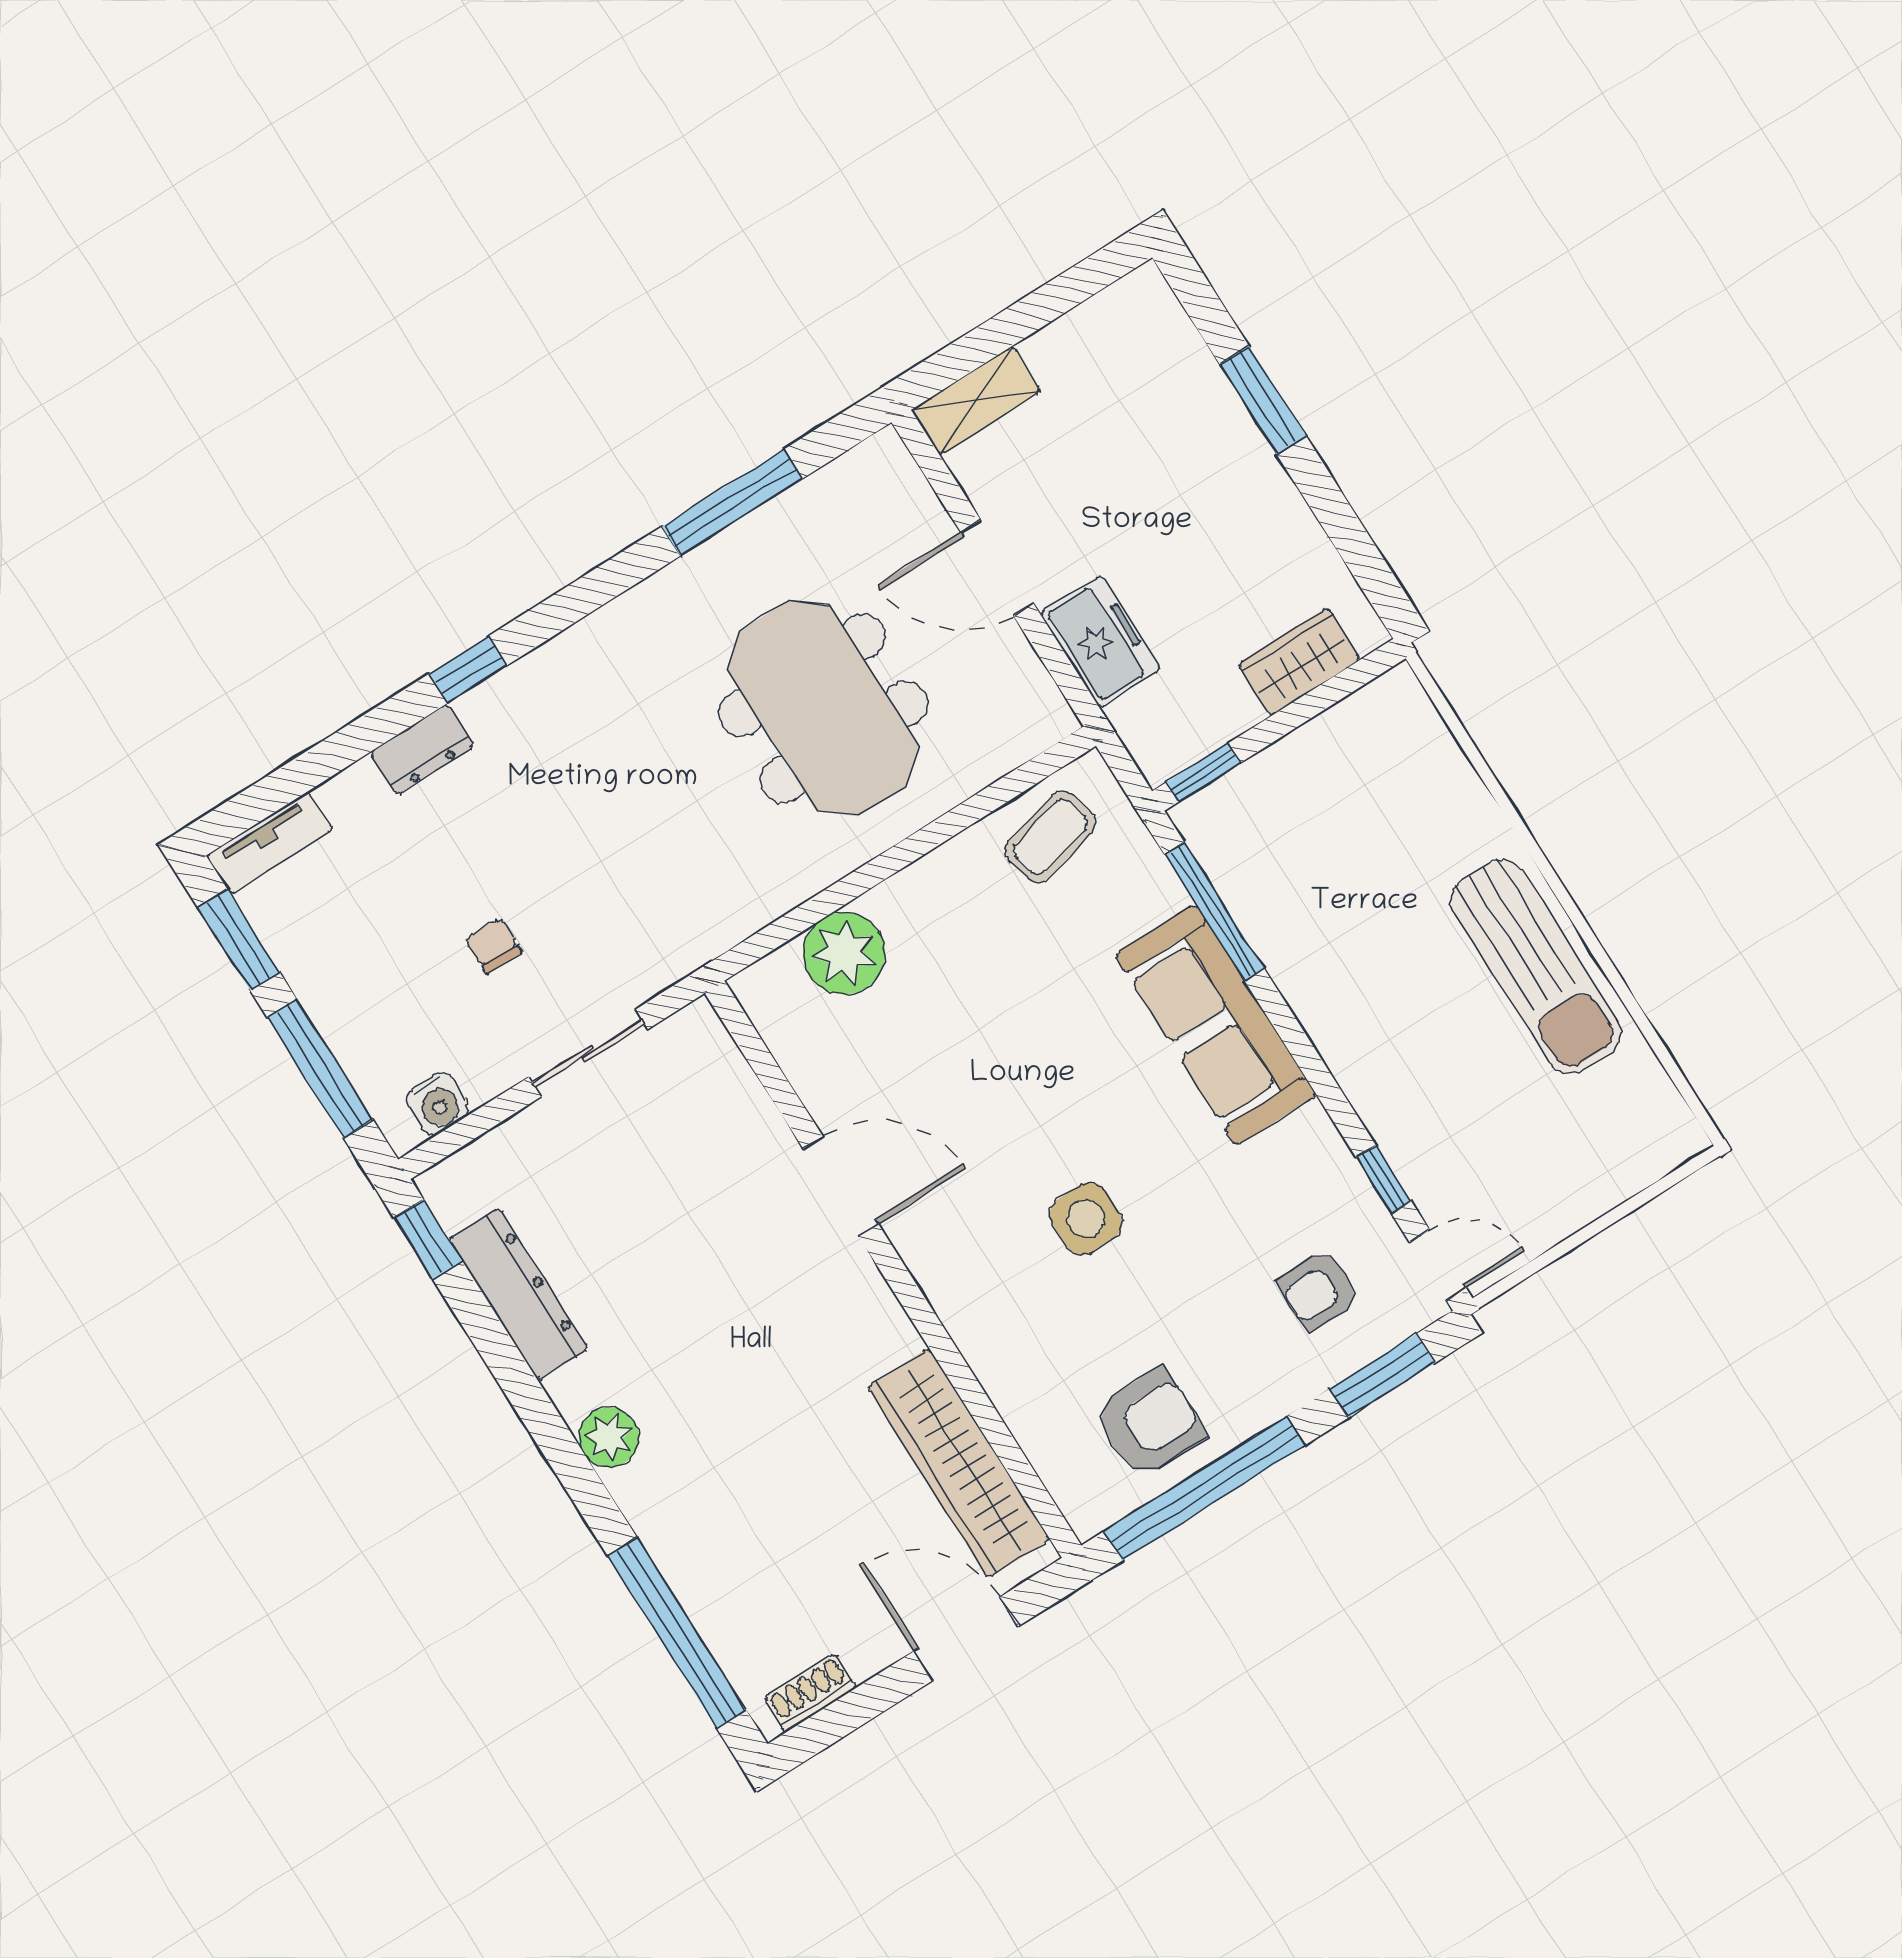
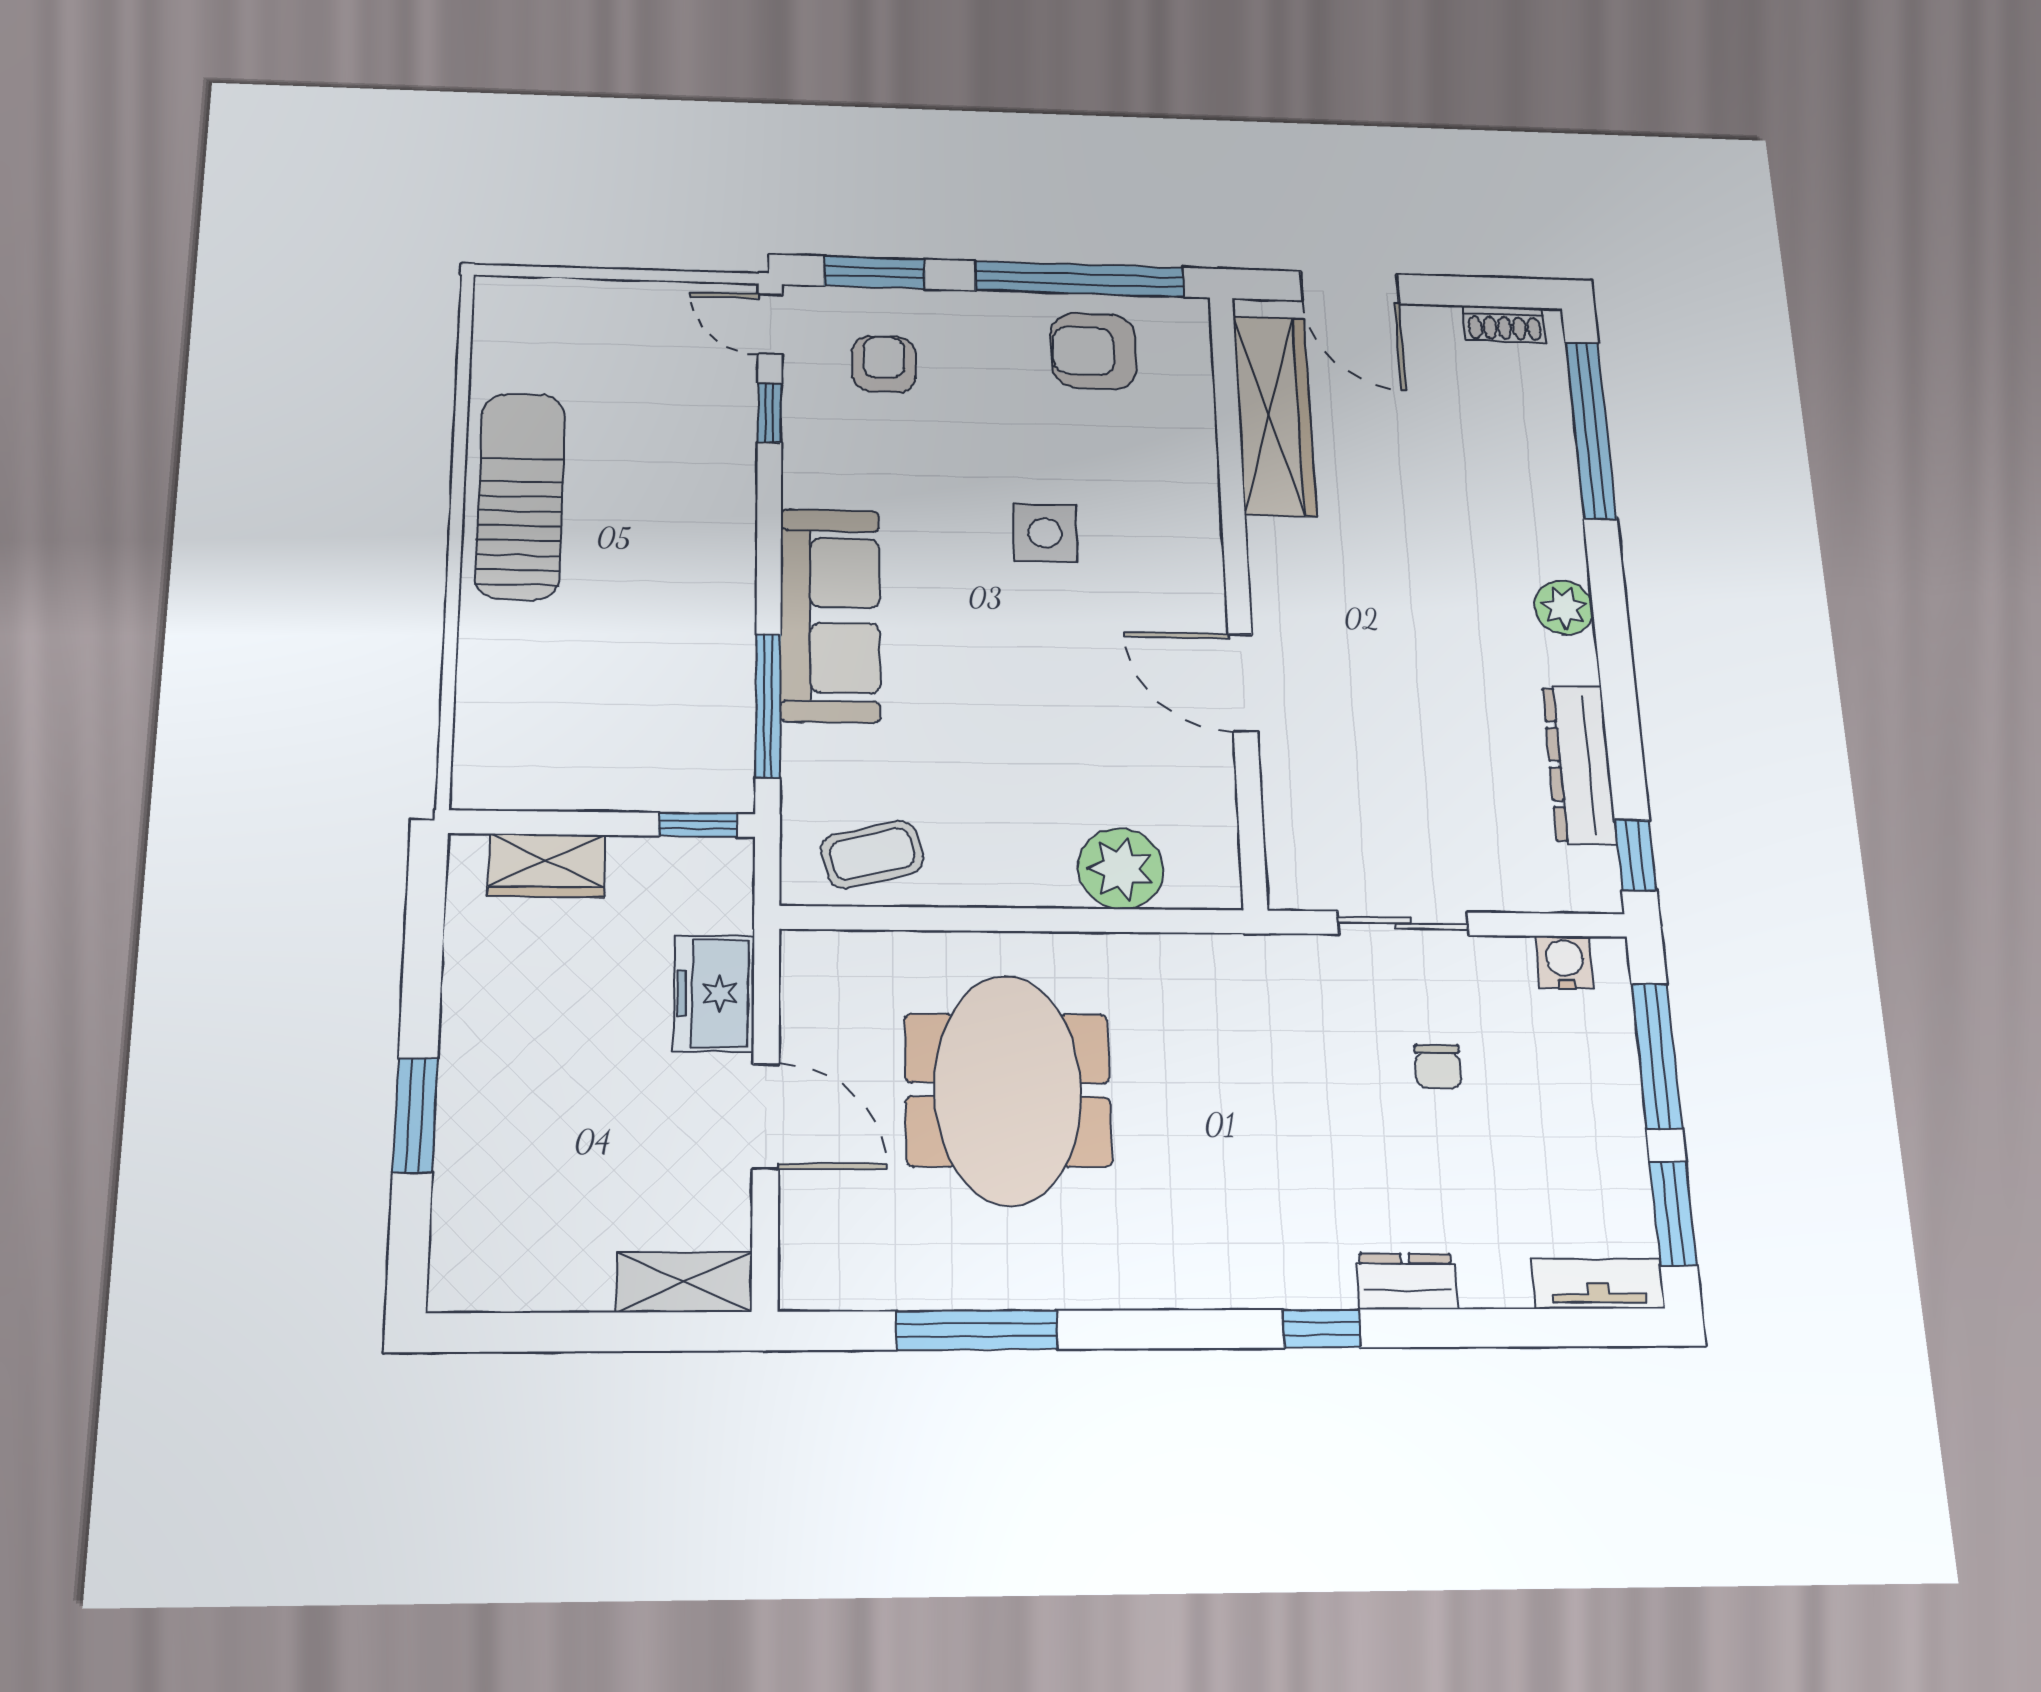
armchair: (1319, 1290) -> (884, 364), turned -90

